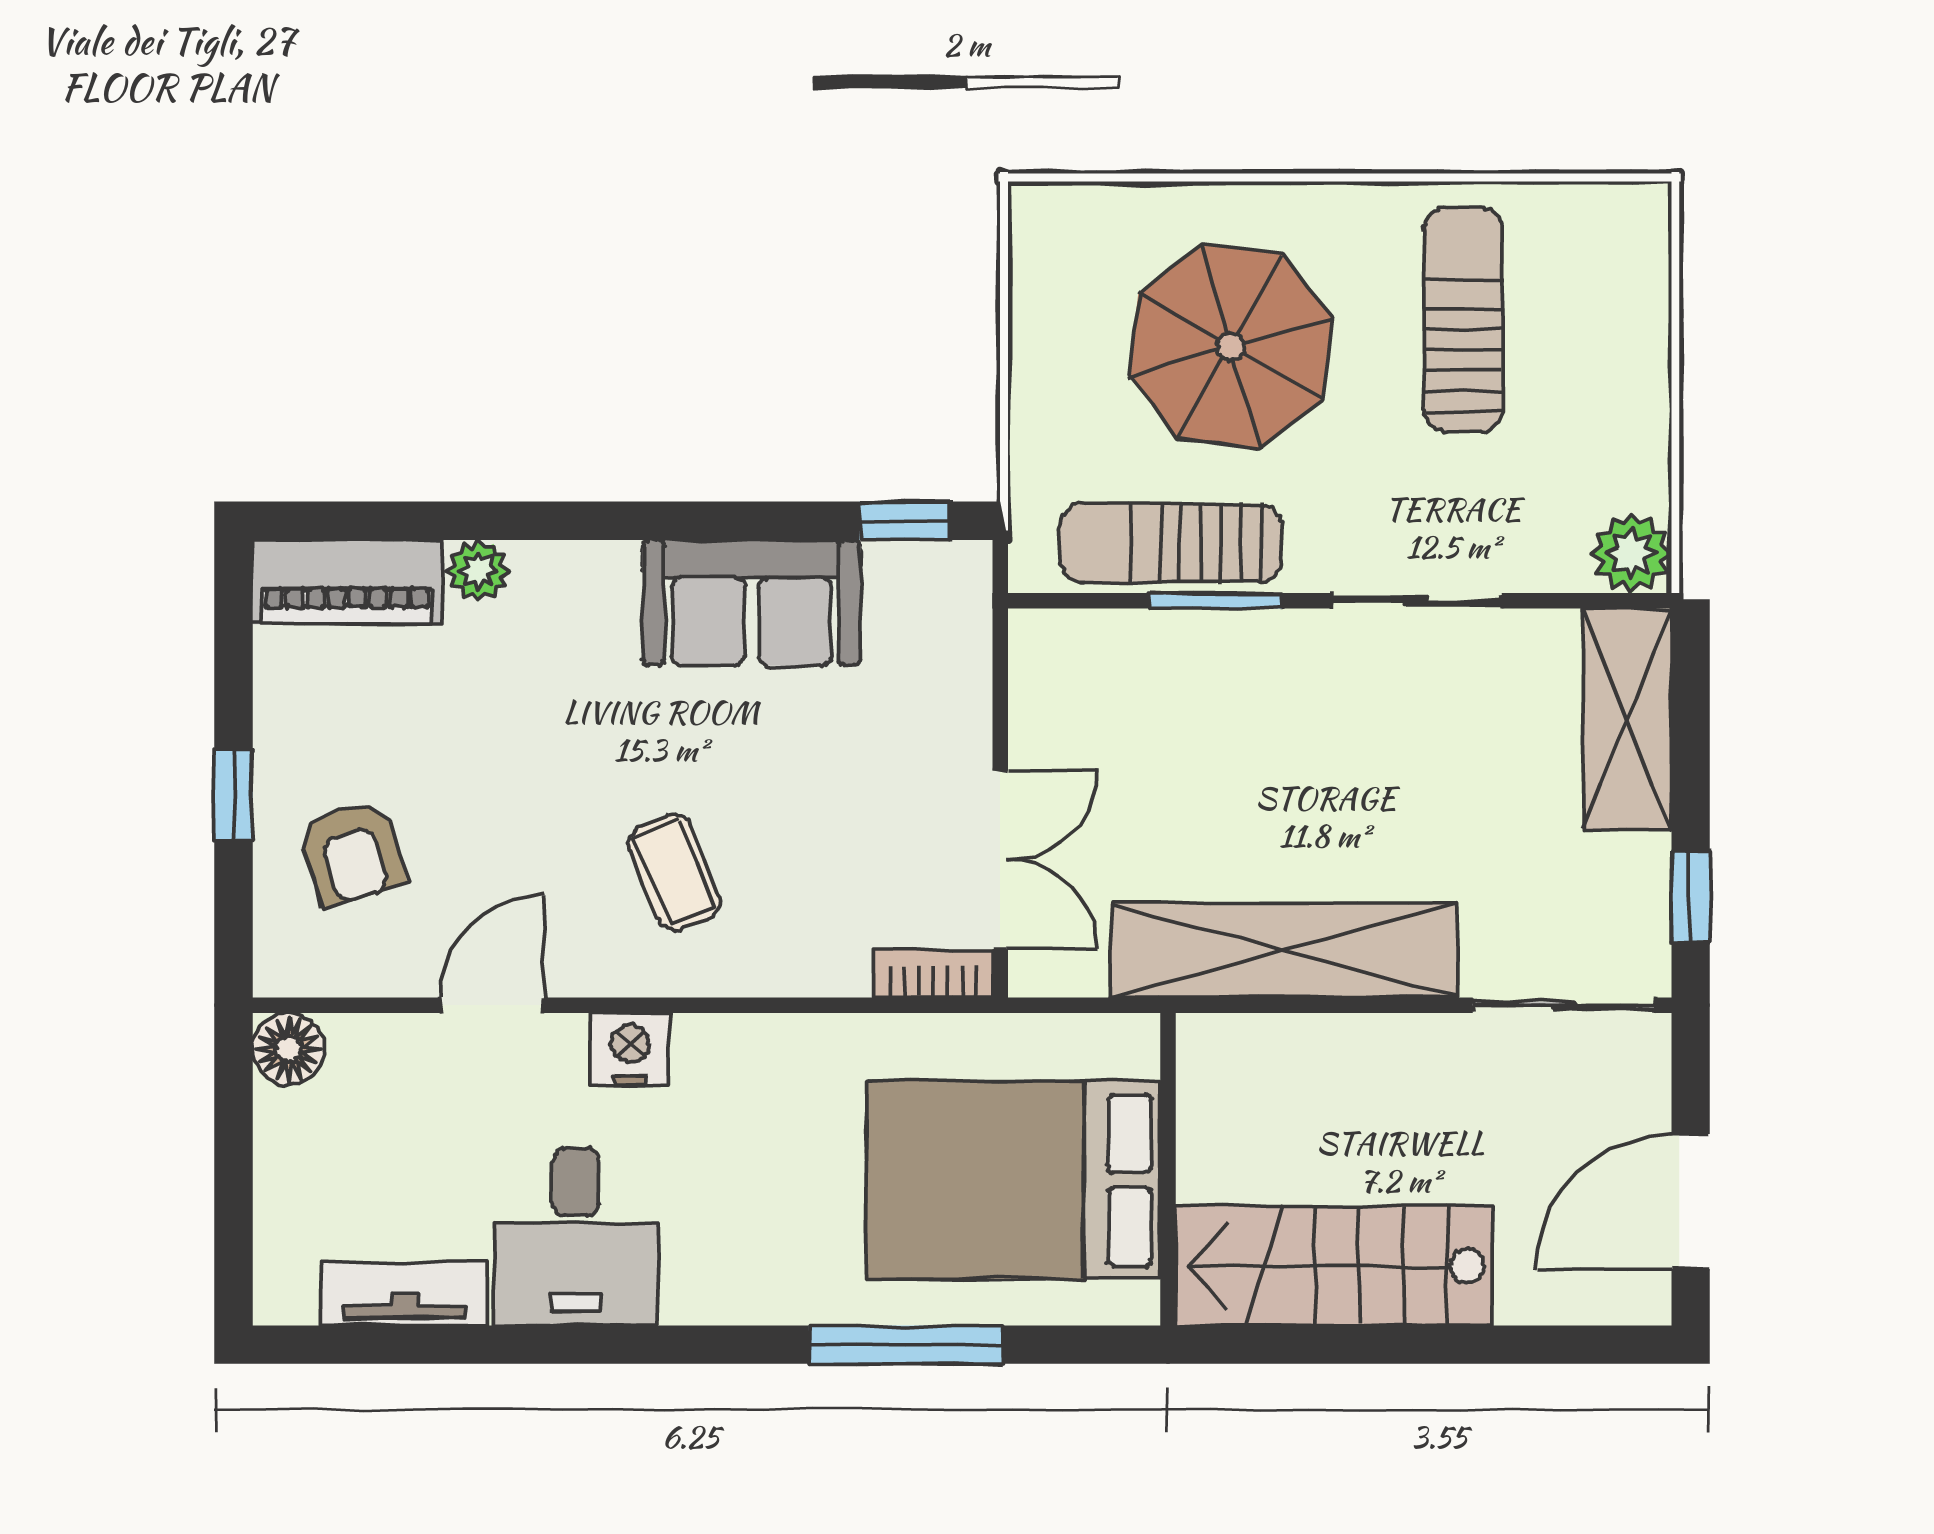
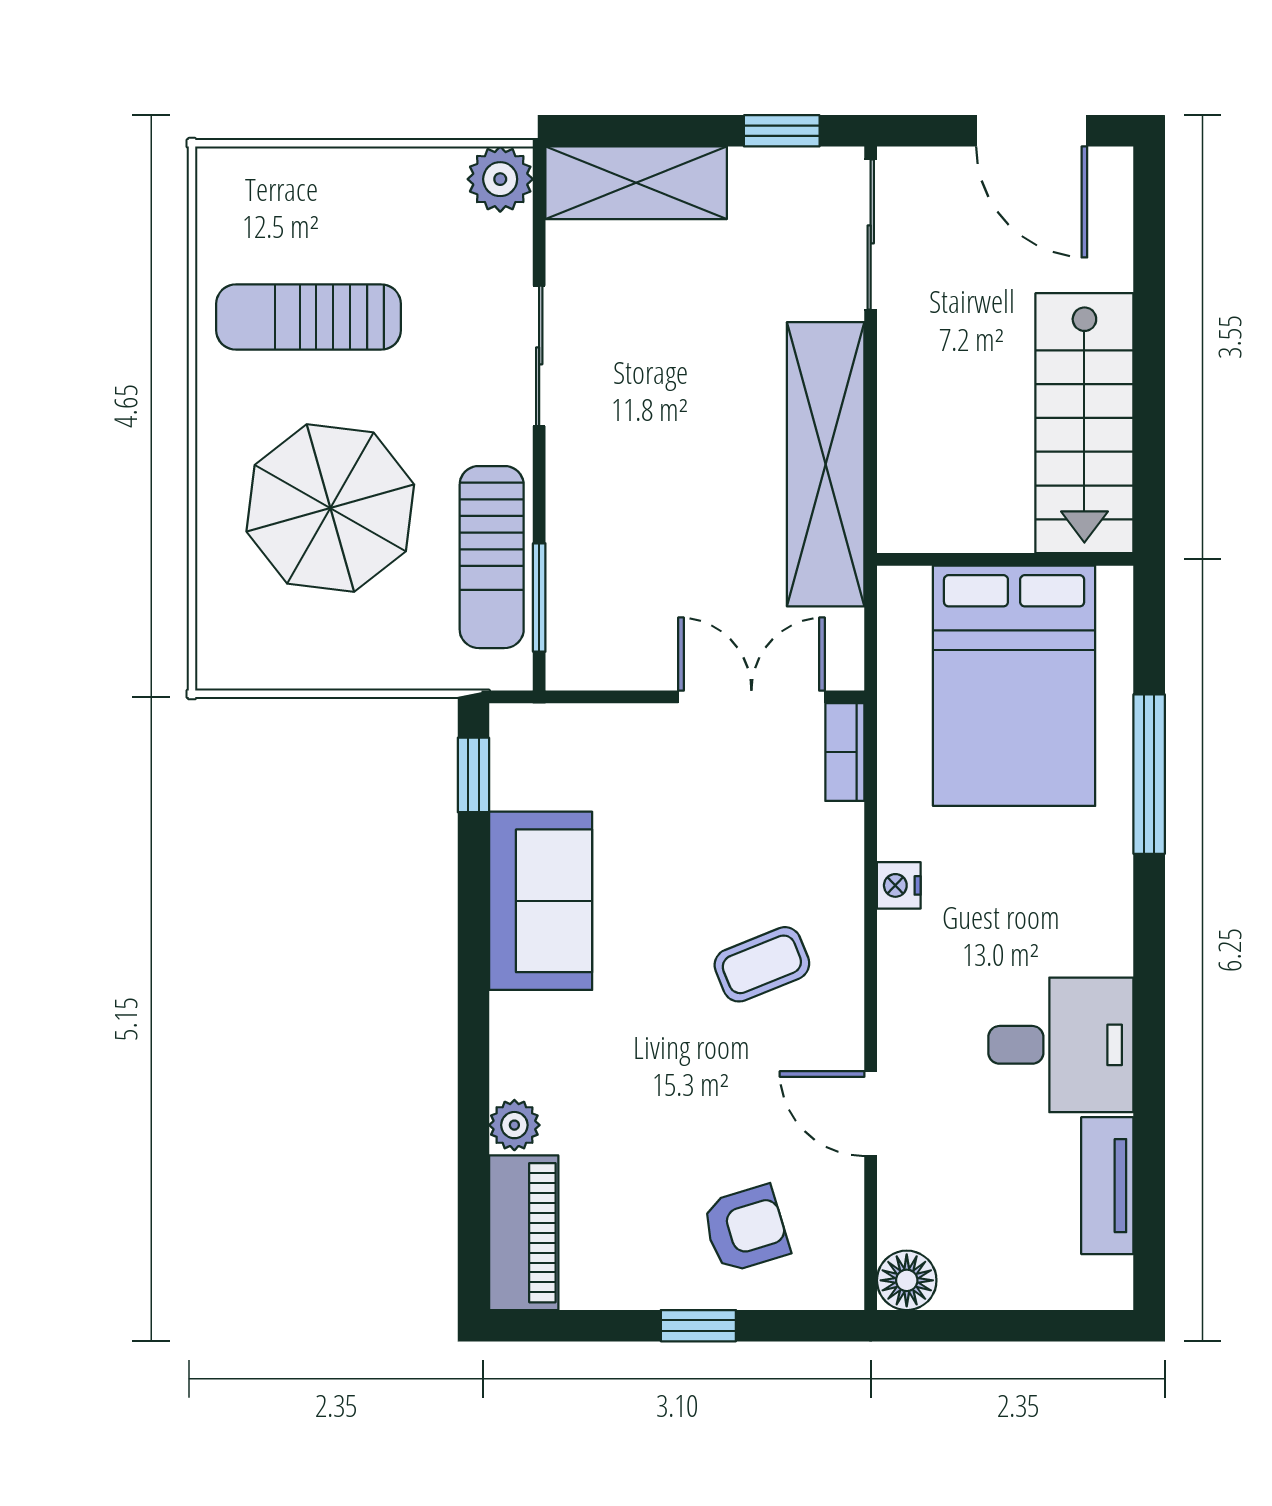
window: (1216, 601) -> (539, 598), moved
nightstand: (630, 1049) -> (899, 885), moved, width x0.72, depth x0.74

